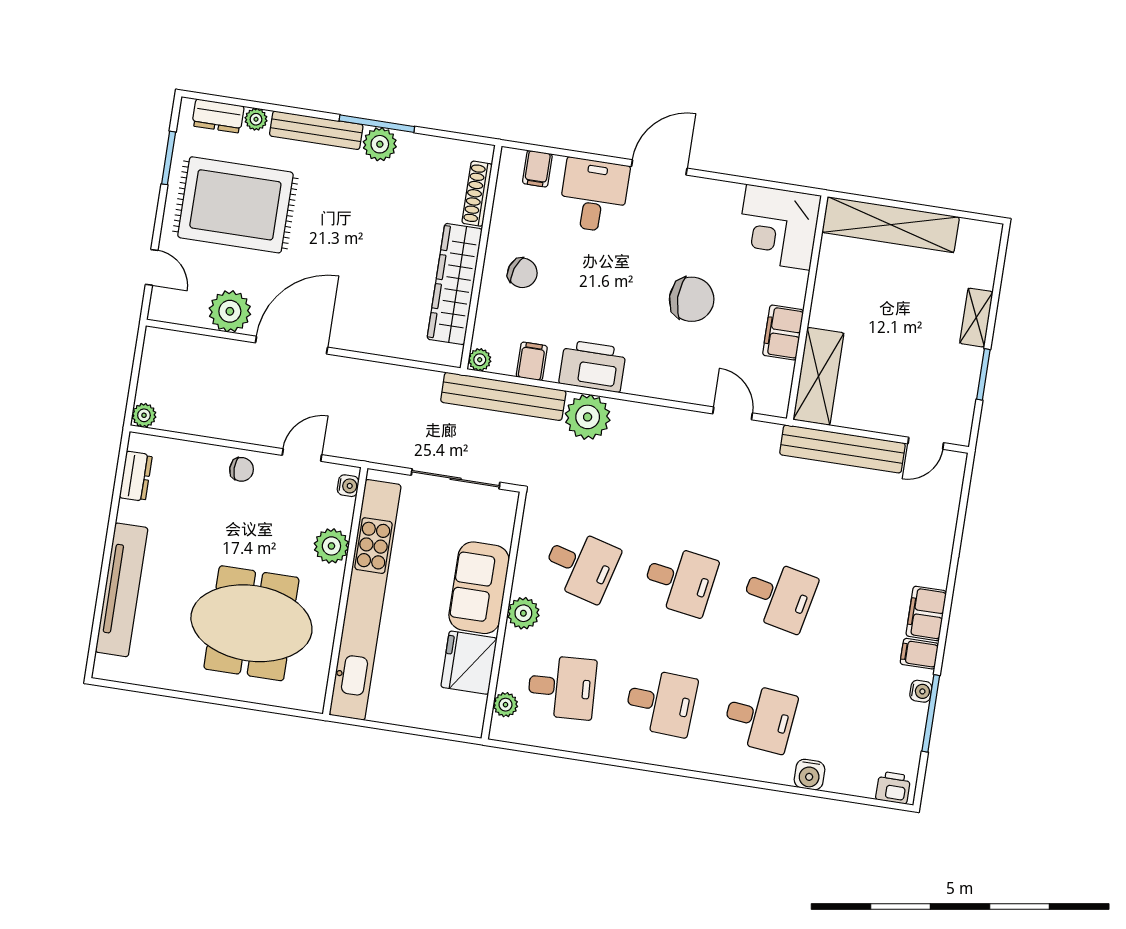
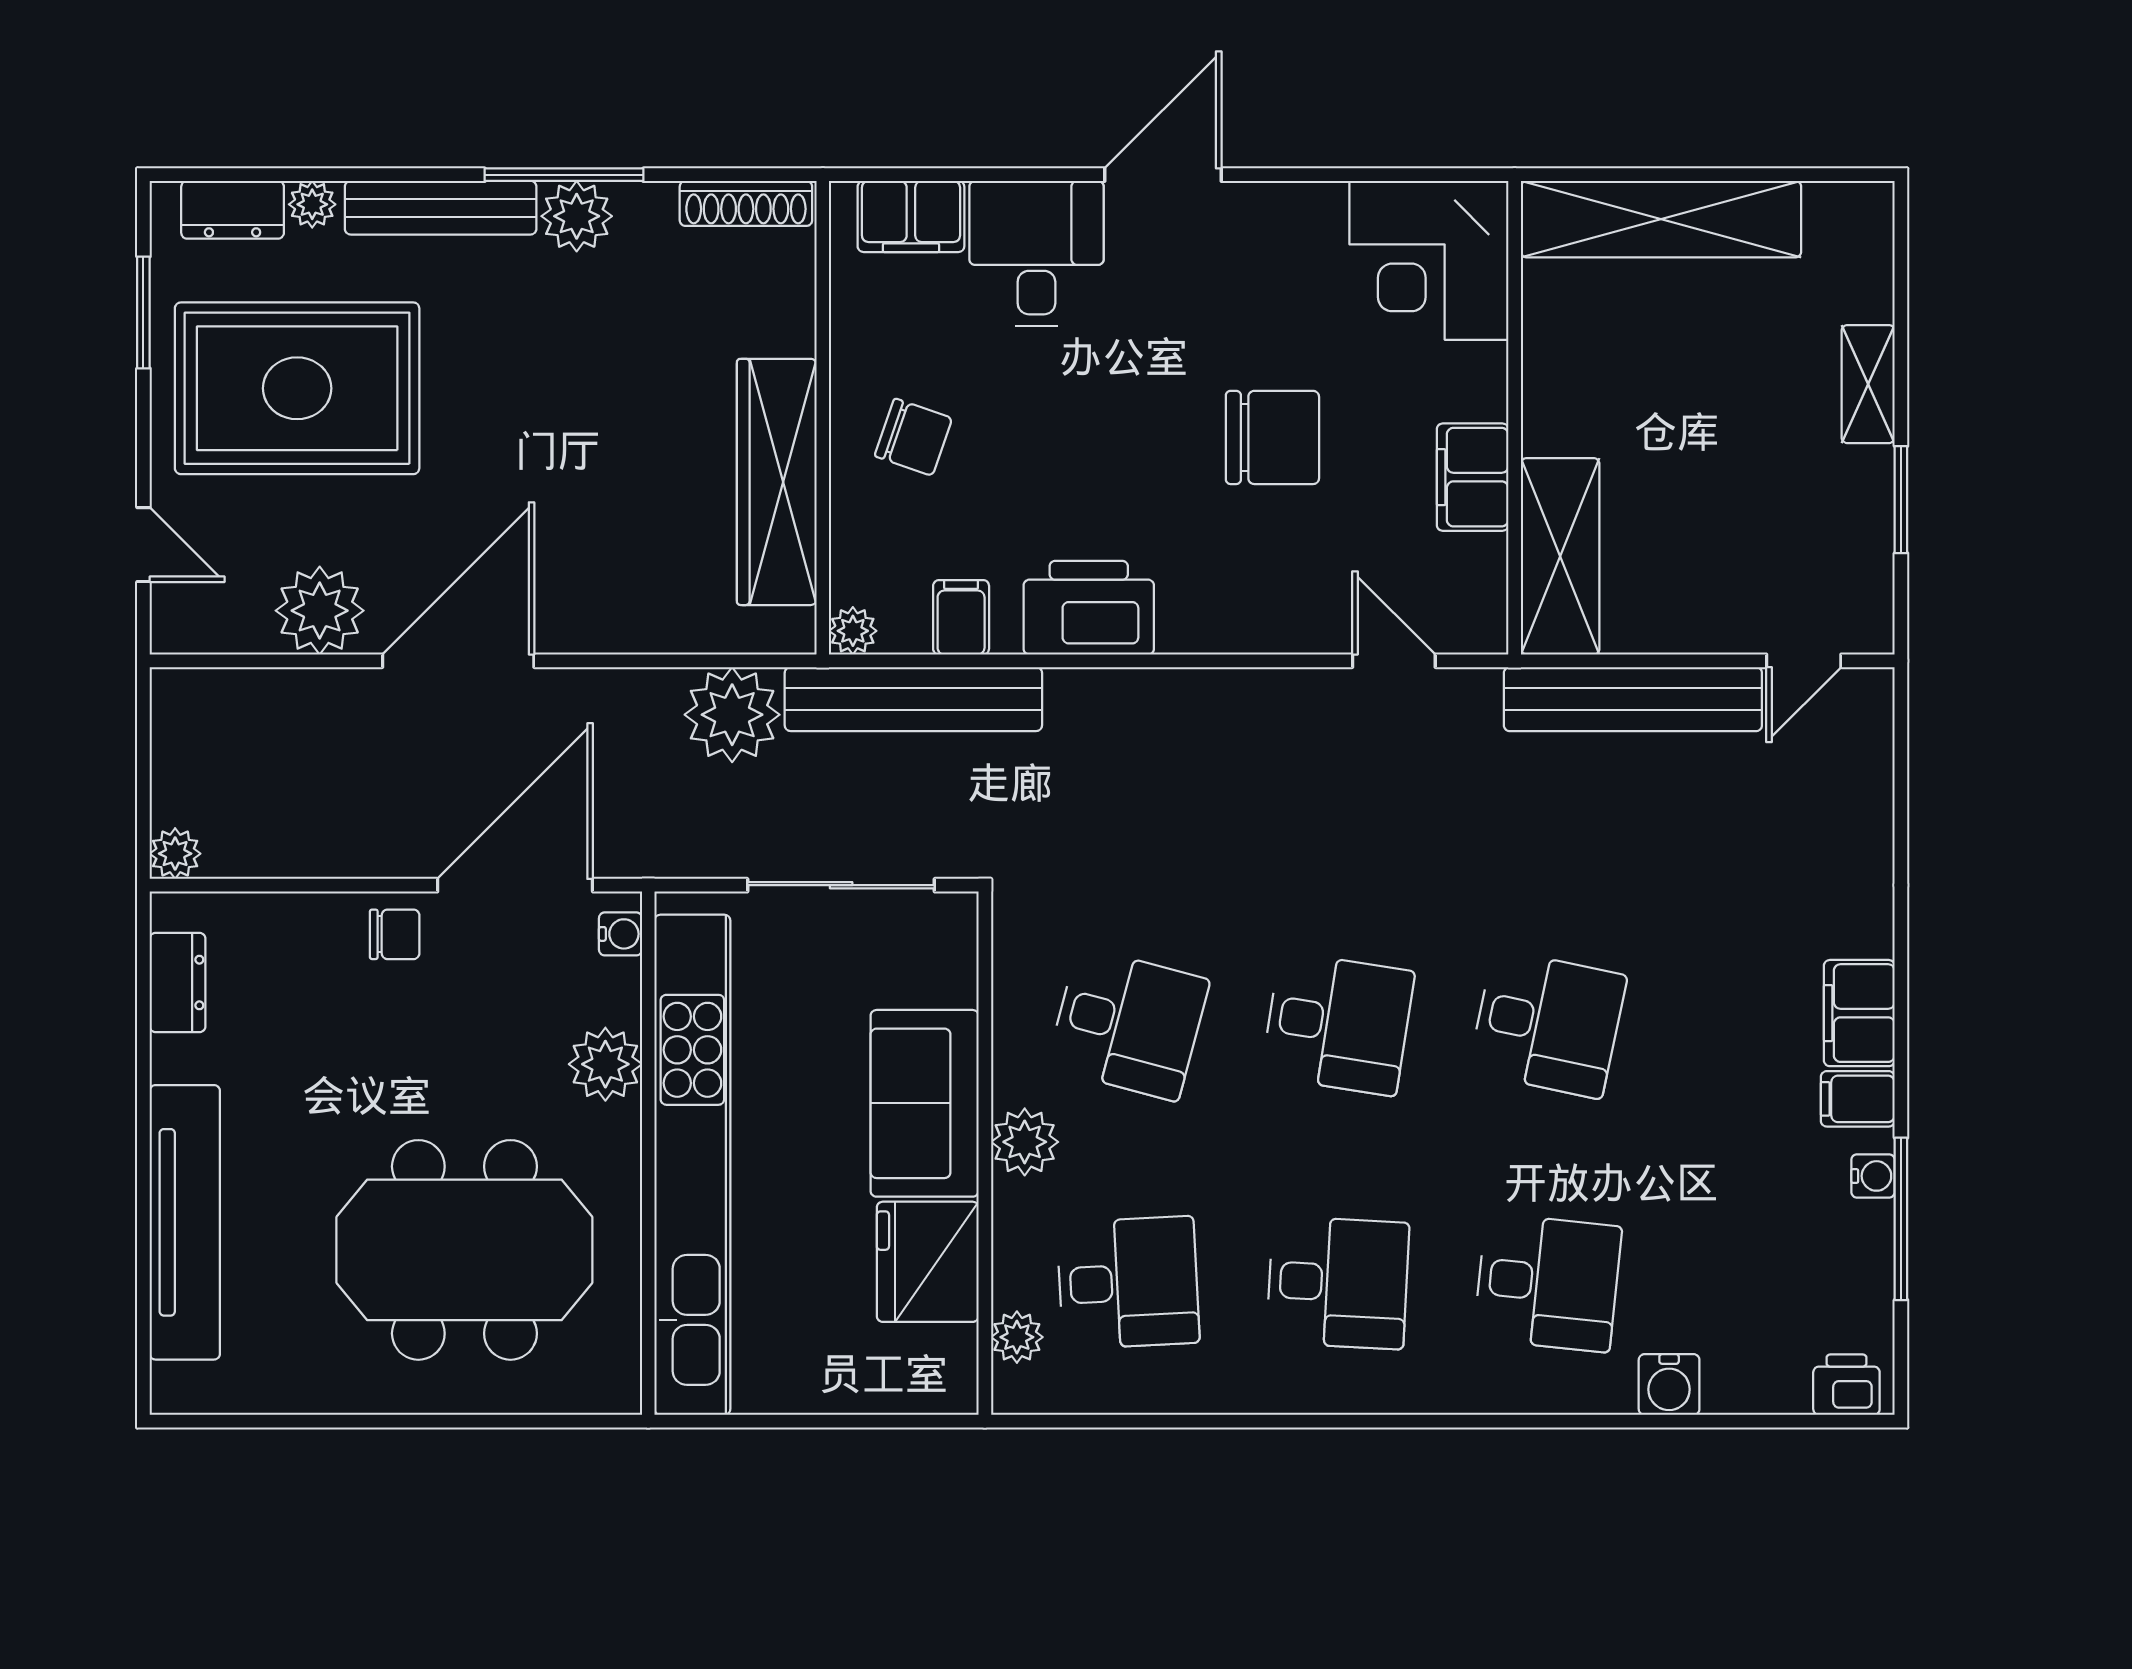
filing cabinet: (537, 169) -> (911, 216), width x2.00
shoe rack: (477, 194) -> (746, 203), moved, turned -90
plant: (588, 417) -> (732, 715), moved
door: (302, 455) -> (515, 885), width x1.87

